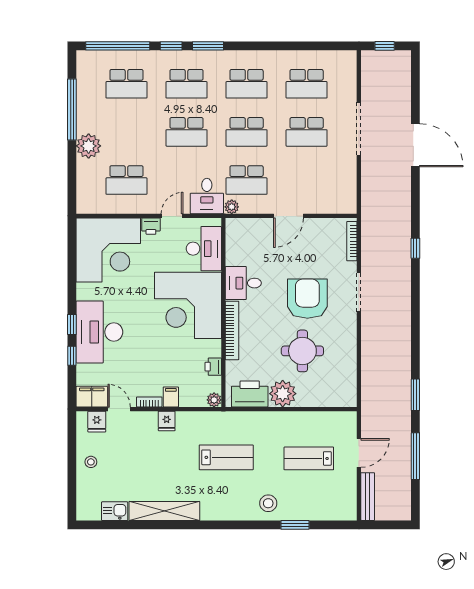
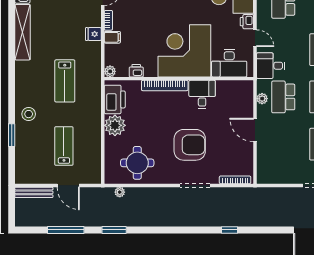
plant: (232, 207) -> (262, 99), moved
round table: (302, 351) -> (137, 163), moved
plant: (367, 388) -> (120, 192), added

